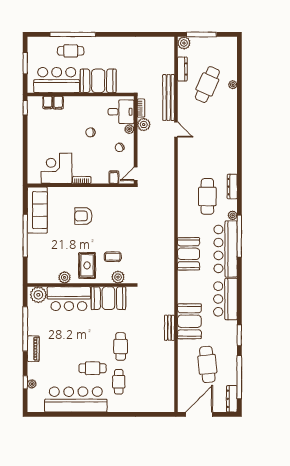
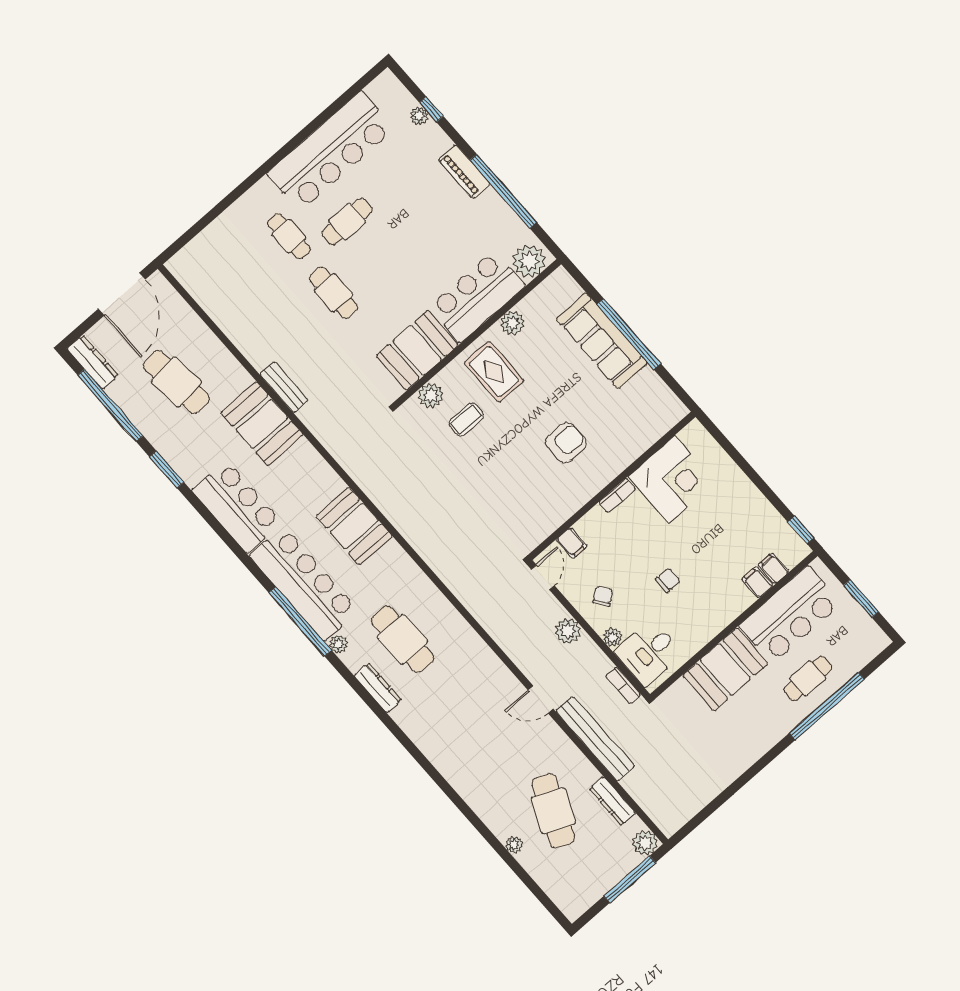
plant: (144, 125) -> (568, 631), moved
sofa: (37, 210) -> (602, 341), moved

